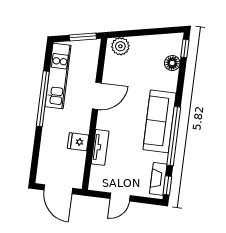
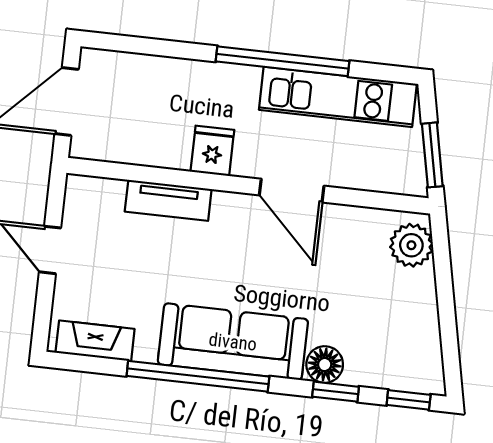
floor lamp: (172, 63) -> (325, 365), moved
fridge: (78, 142) -> (212, 151), moved
window: (167, 185) -> (336, 392), moved

